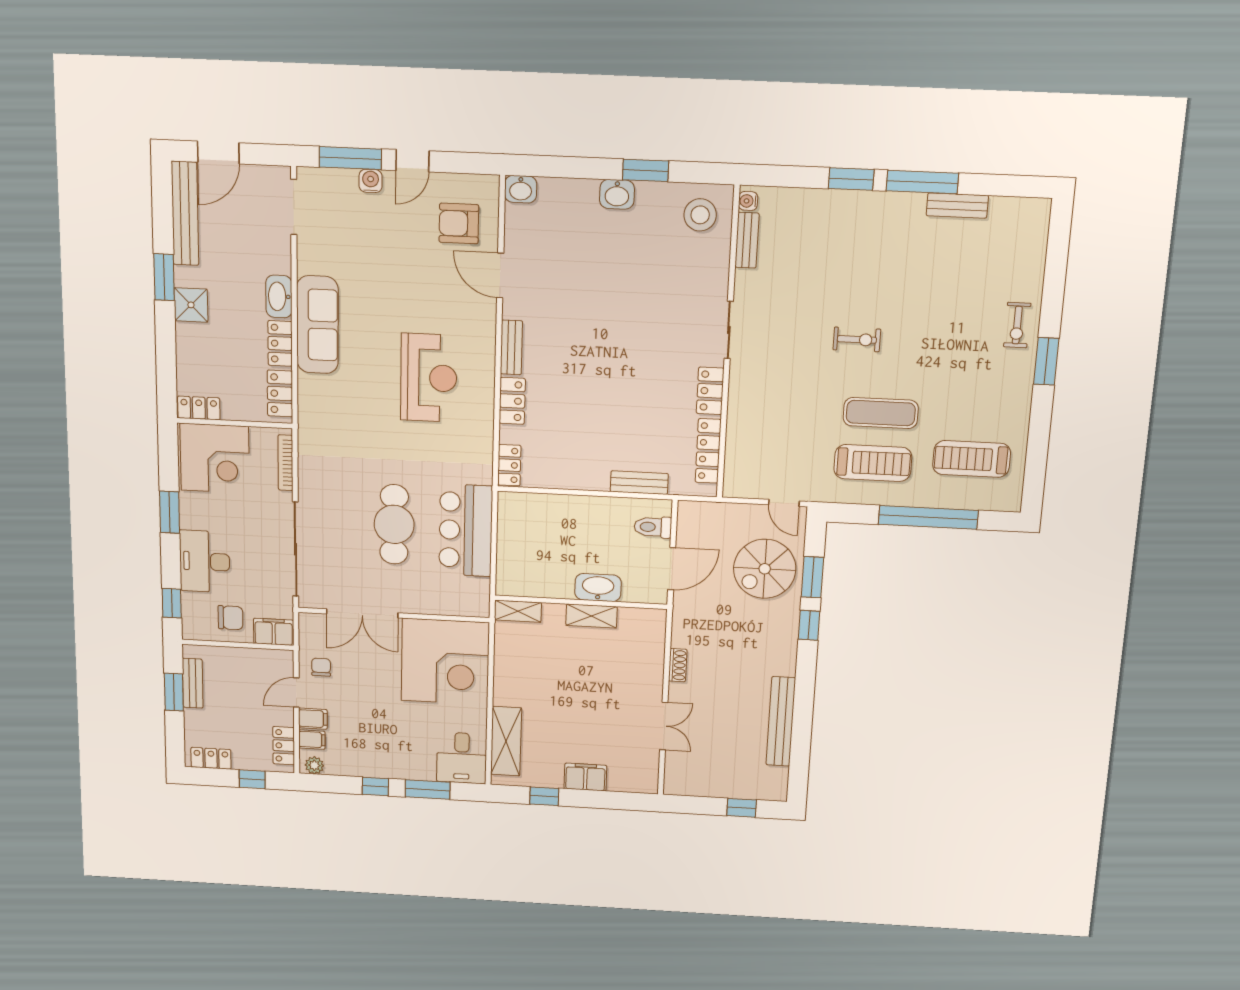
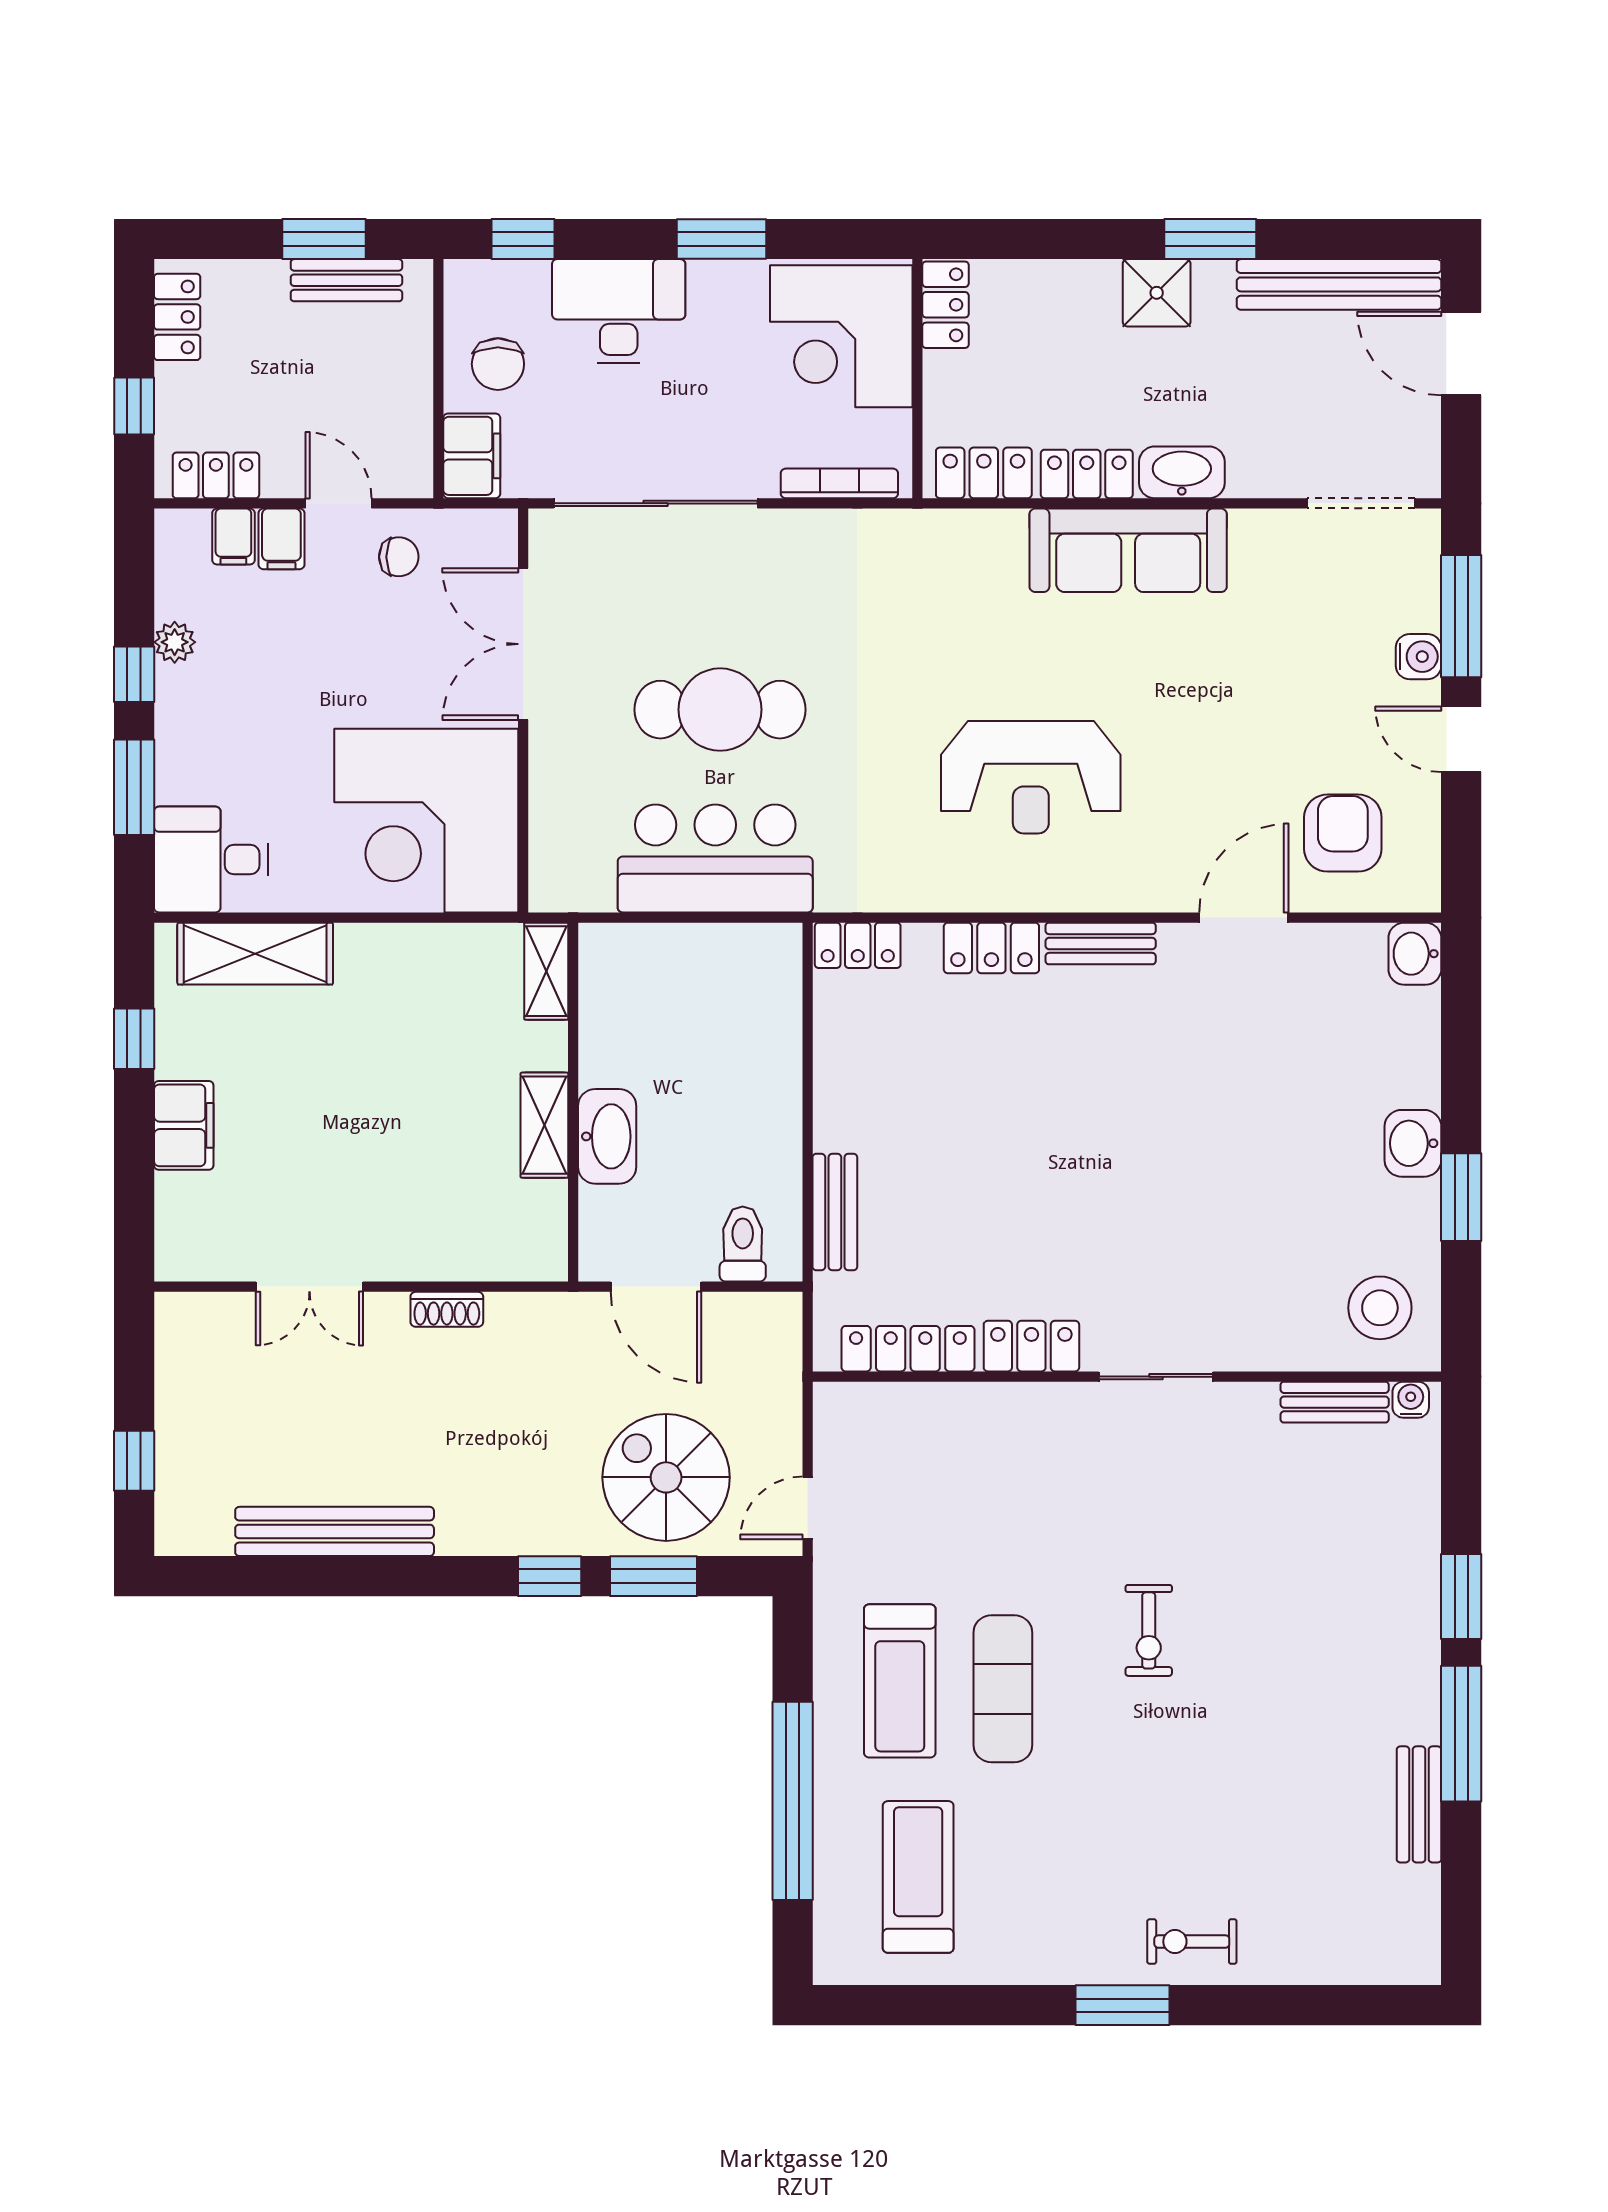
plant: (314, 765) -> (175, 642), moved

